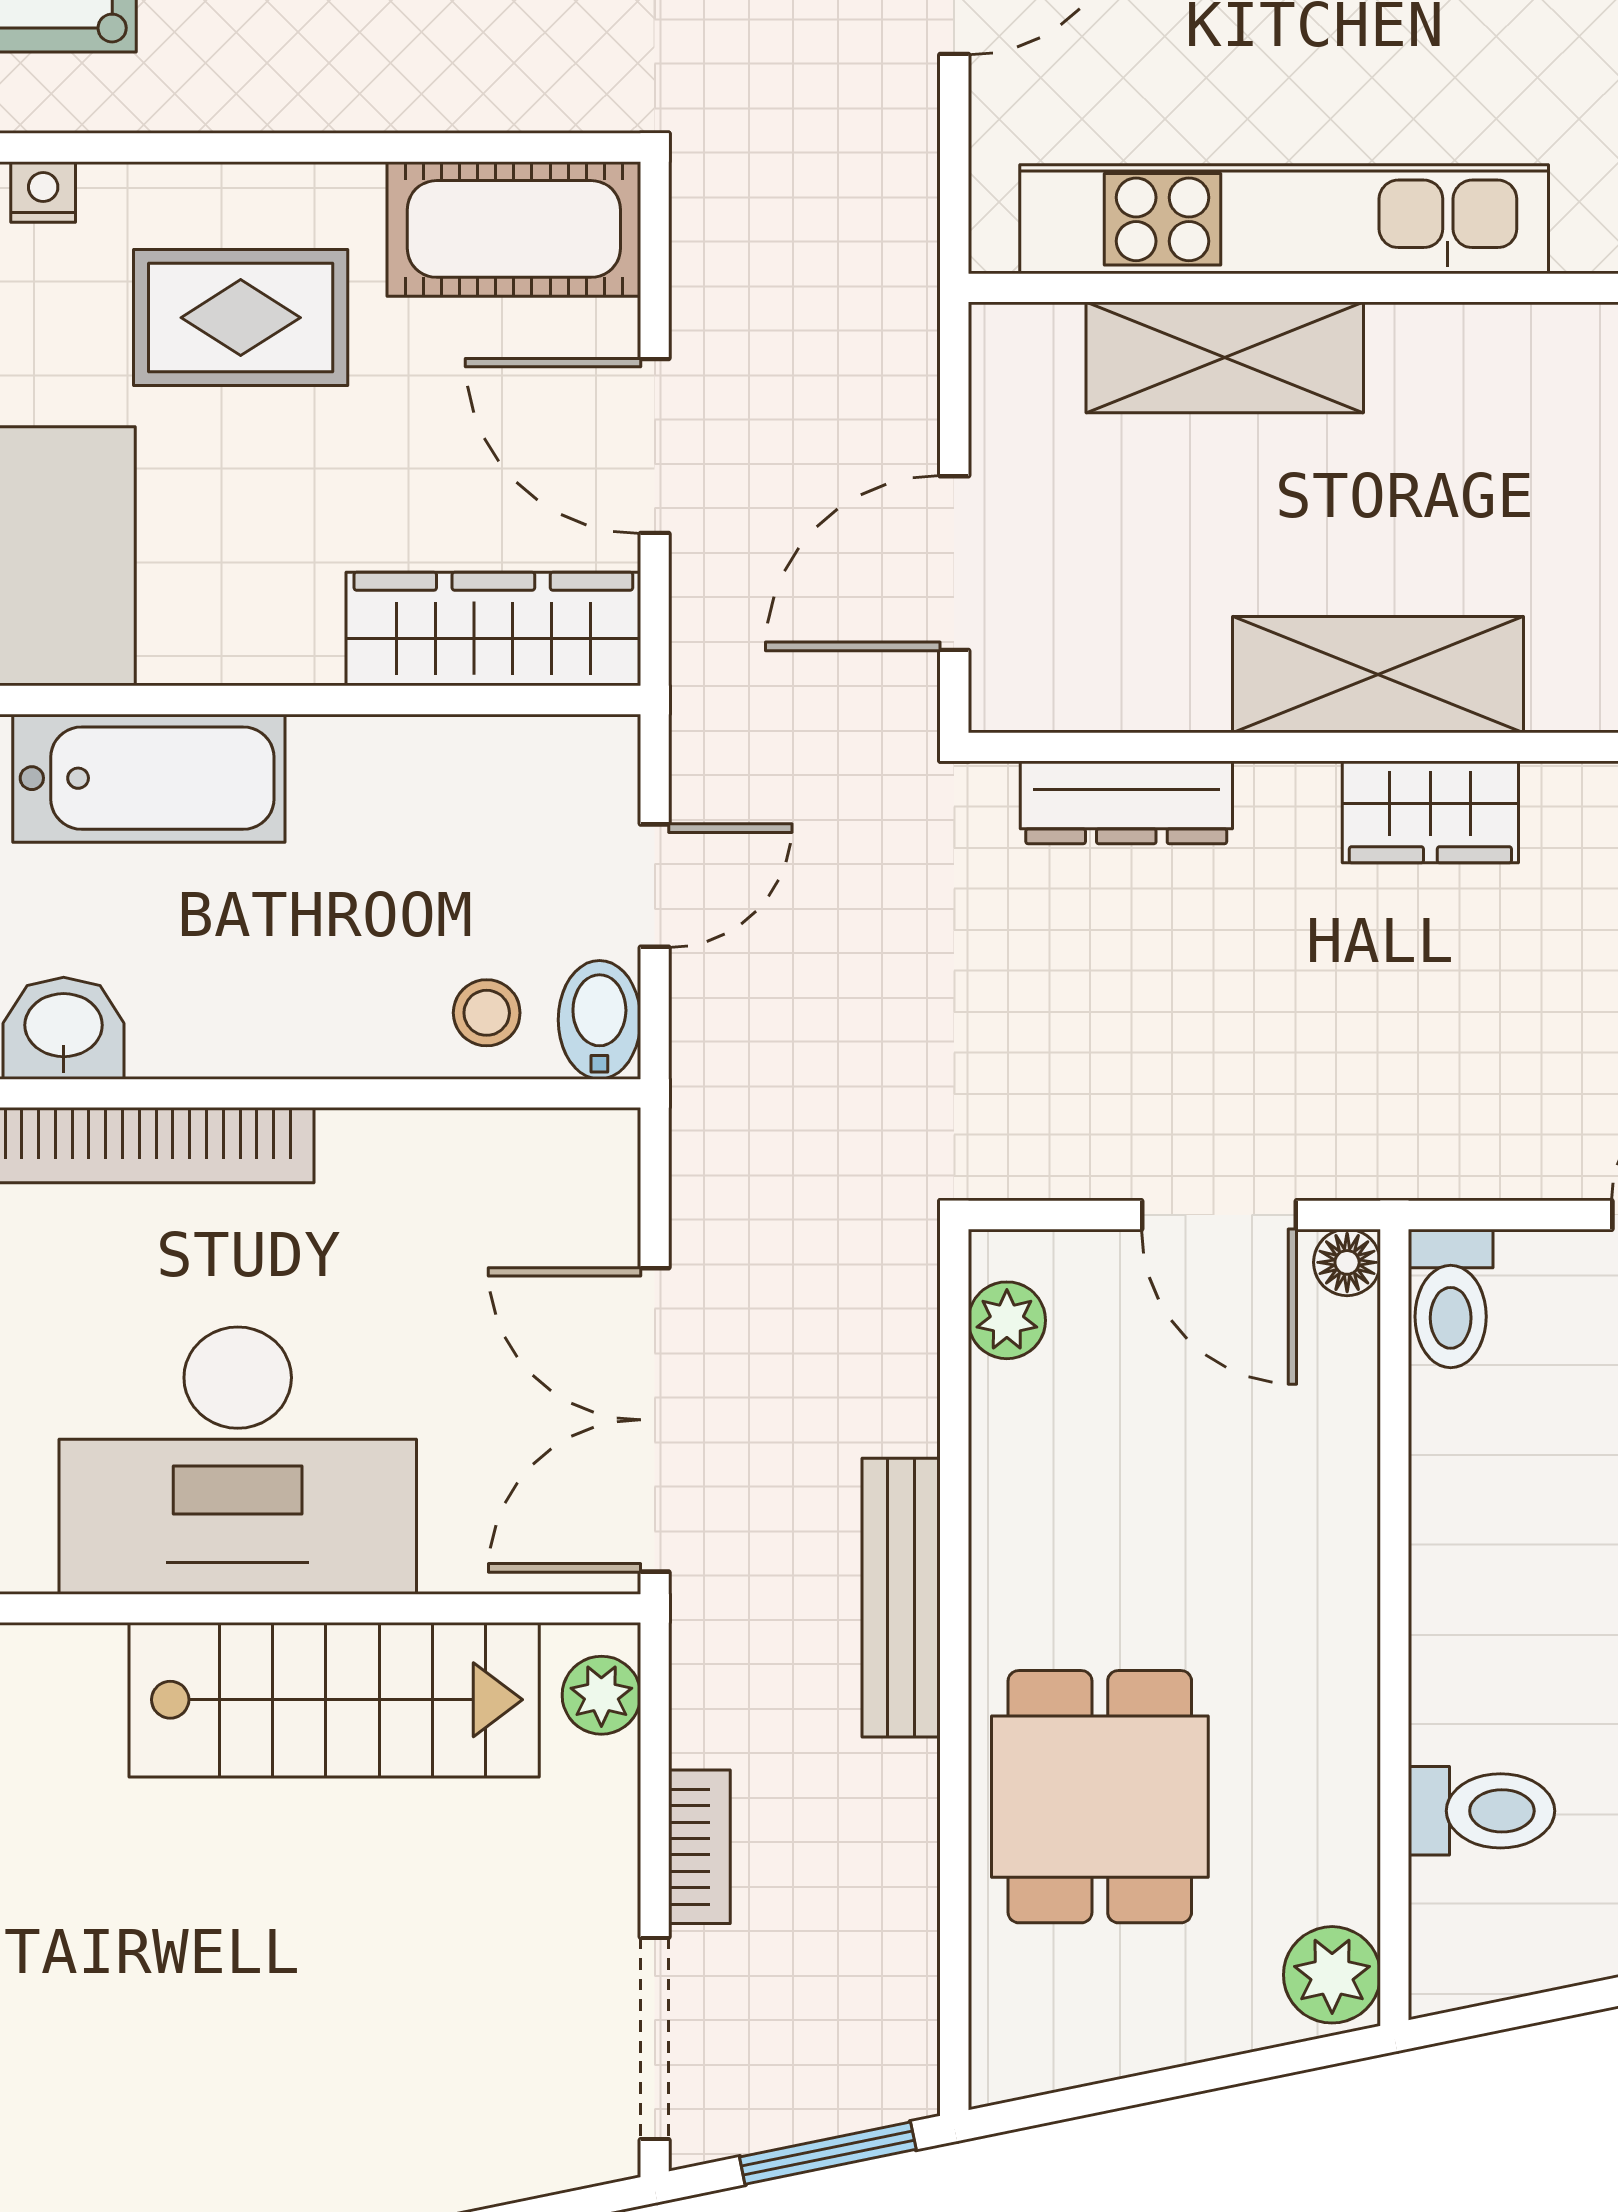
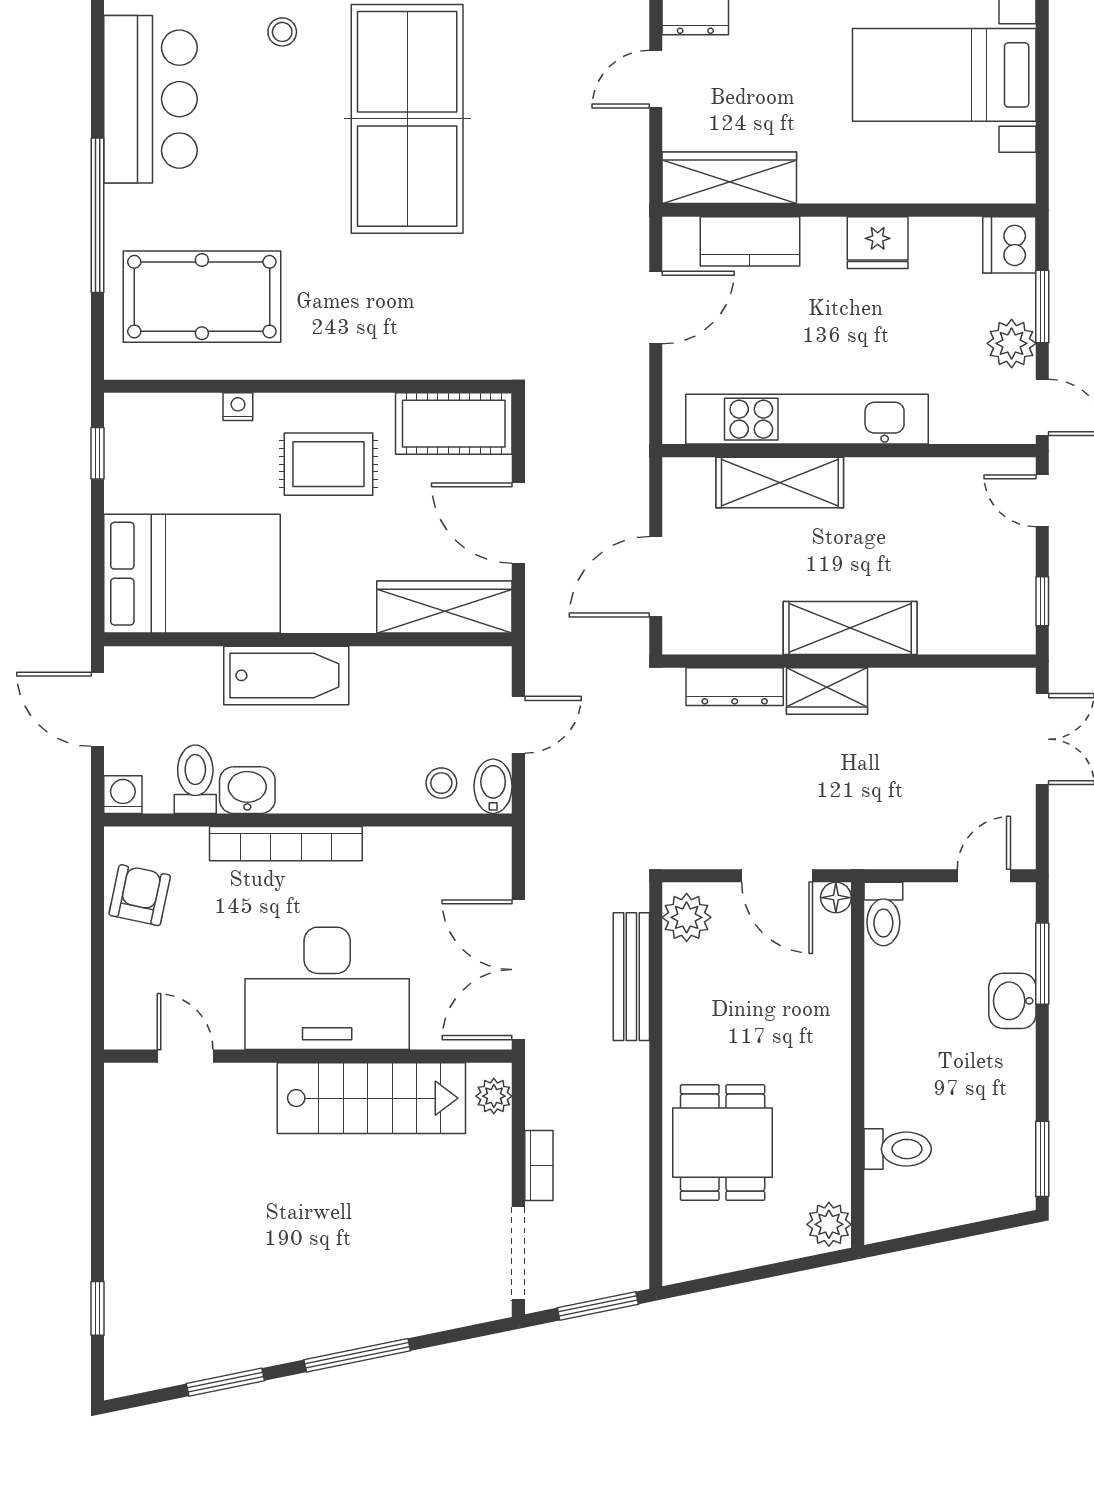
wardrobe: (1430, 812) -> (827, 691), moved
plant: (1007, 1320) -> (687, 917), width x1.38, depth x1.38
bench: (901, 1598) -> (631, 977), moved

